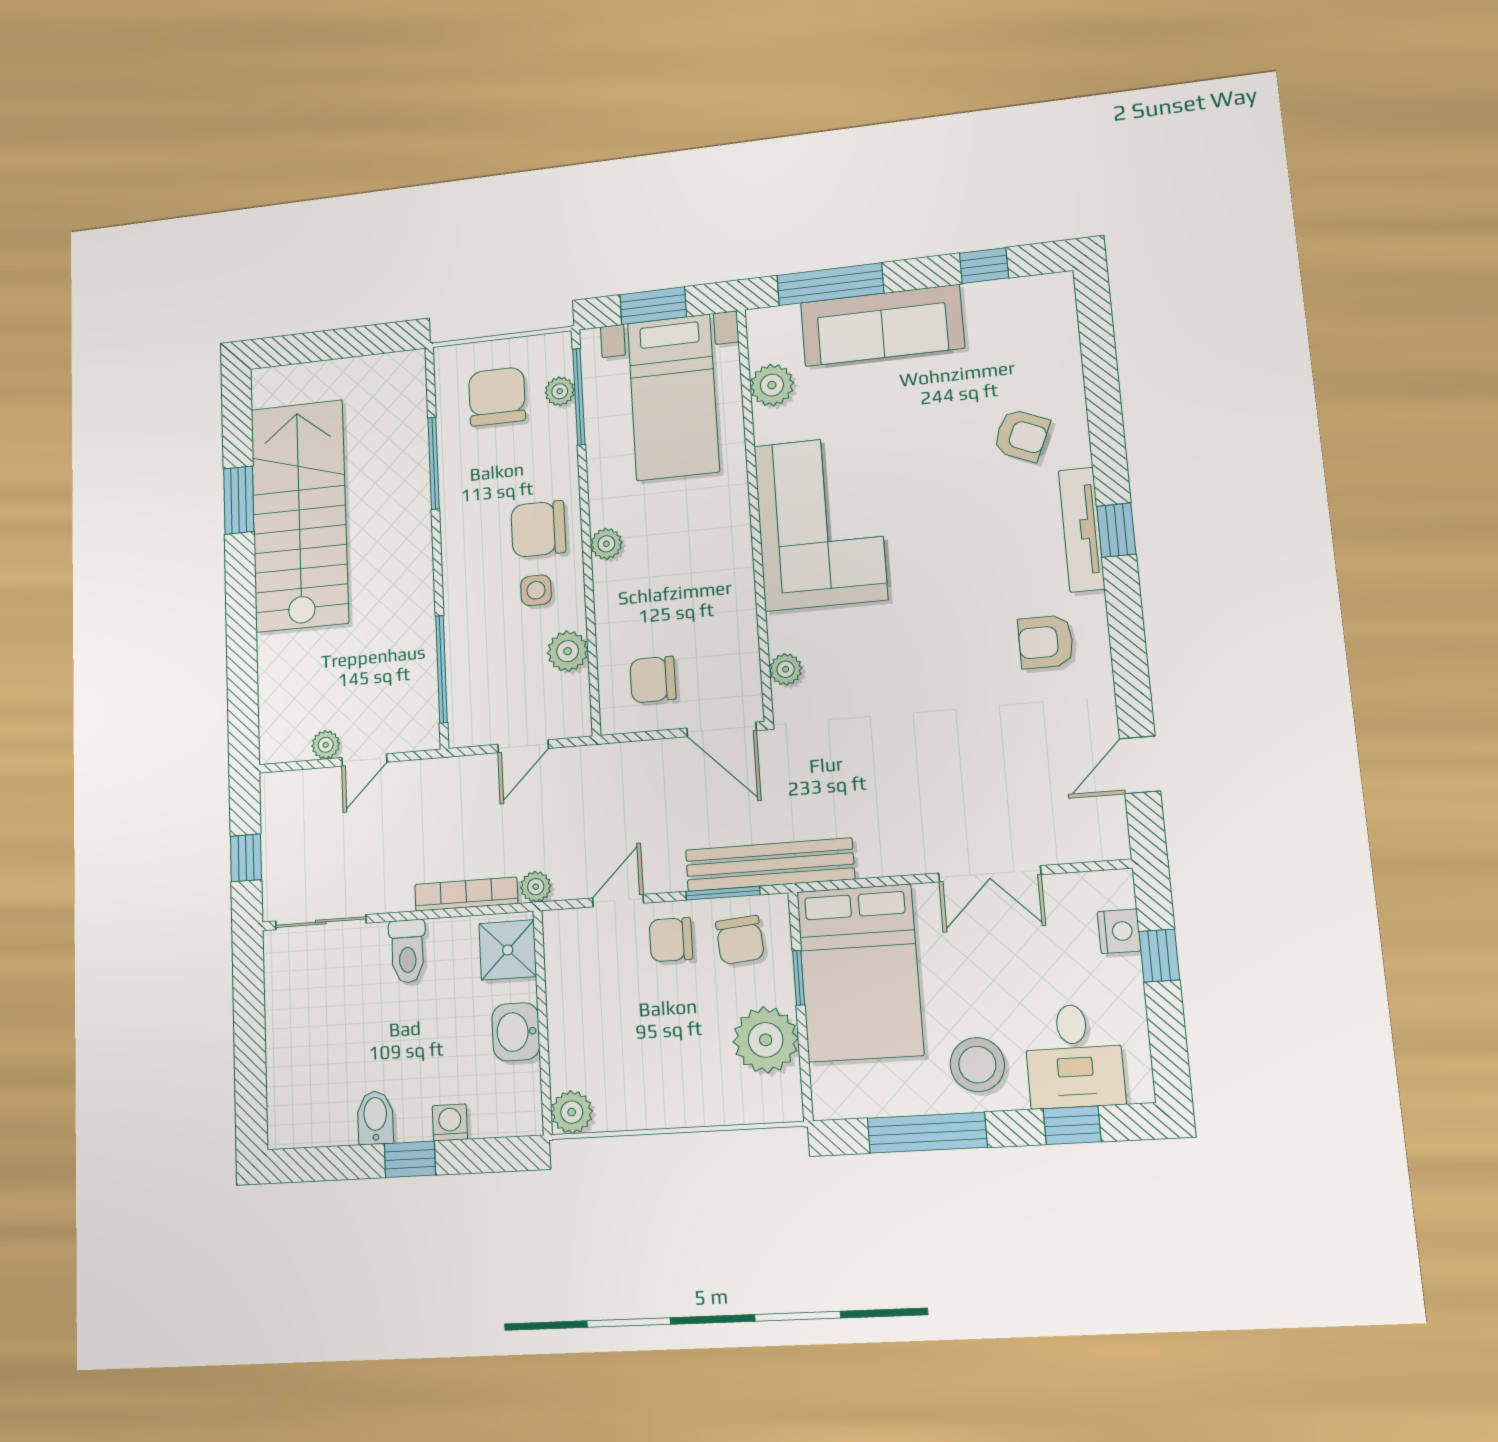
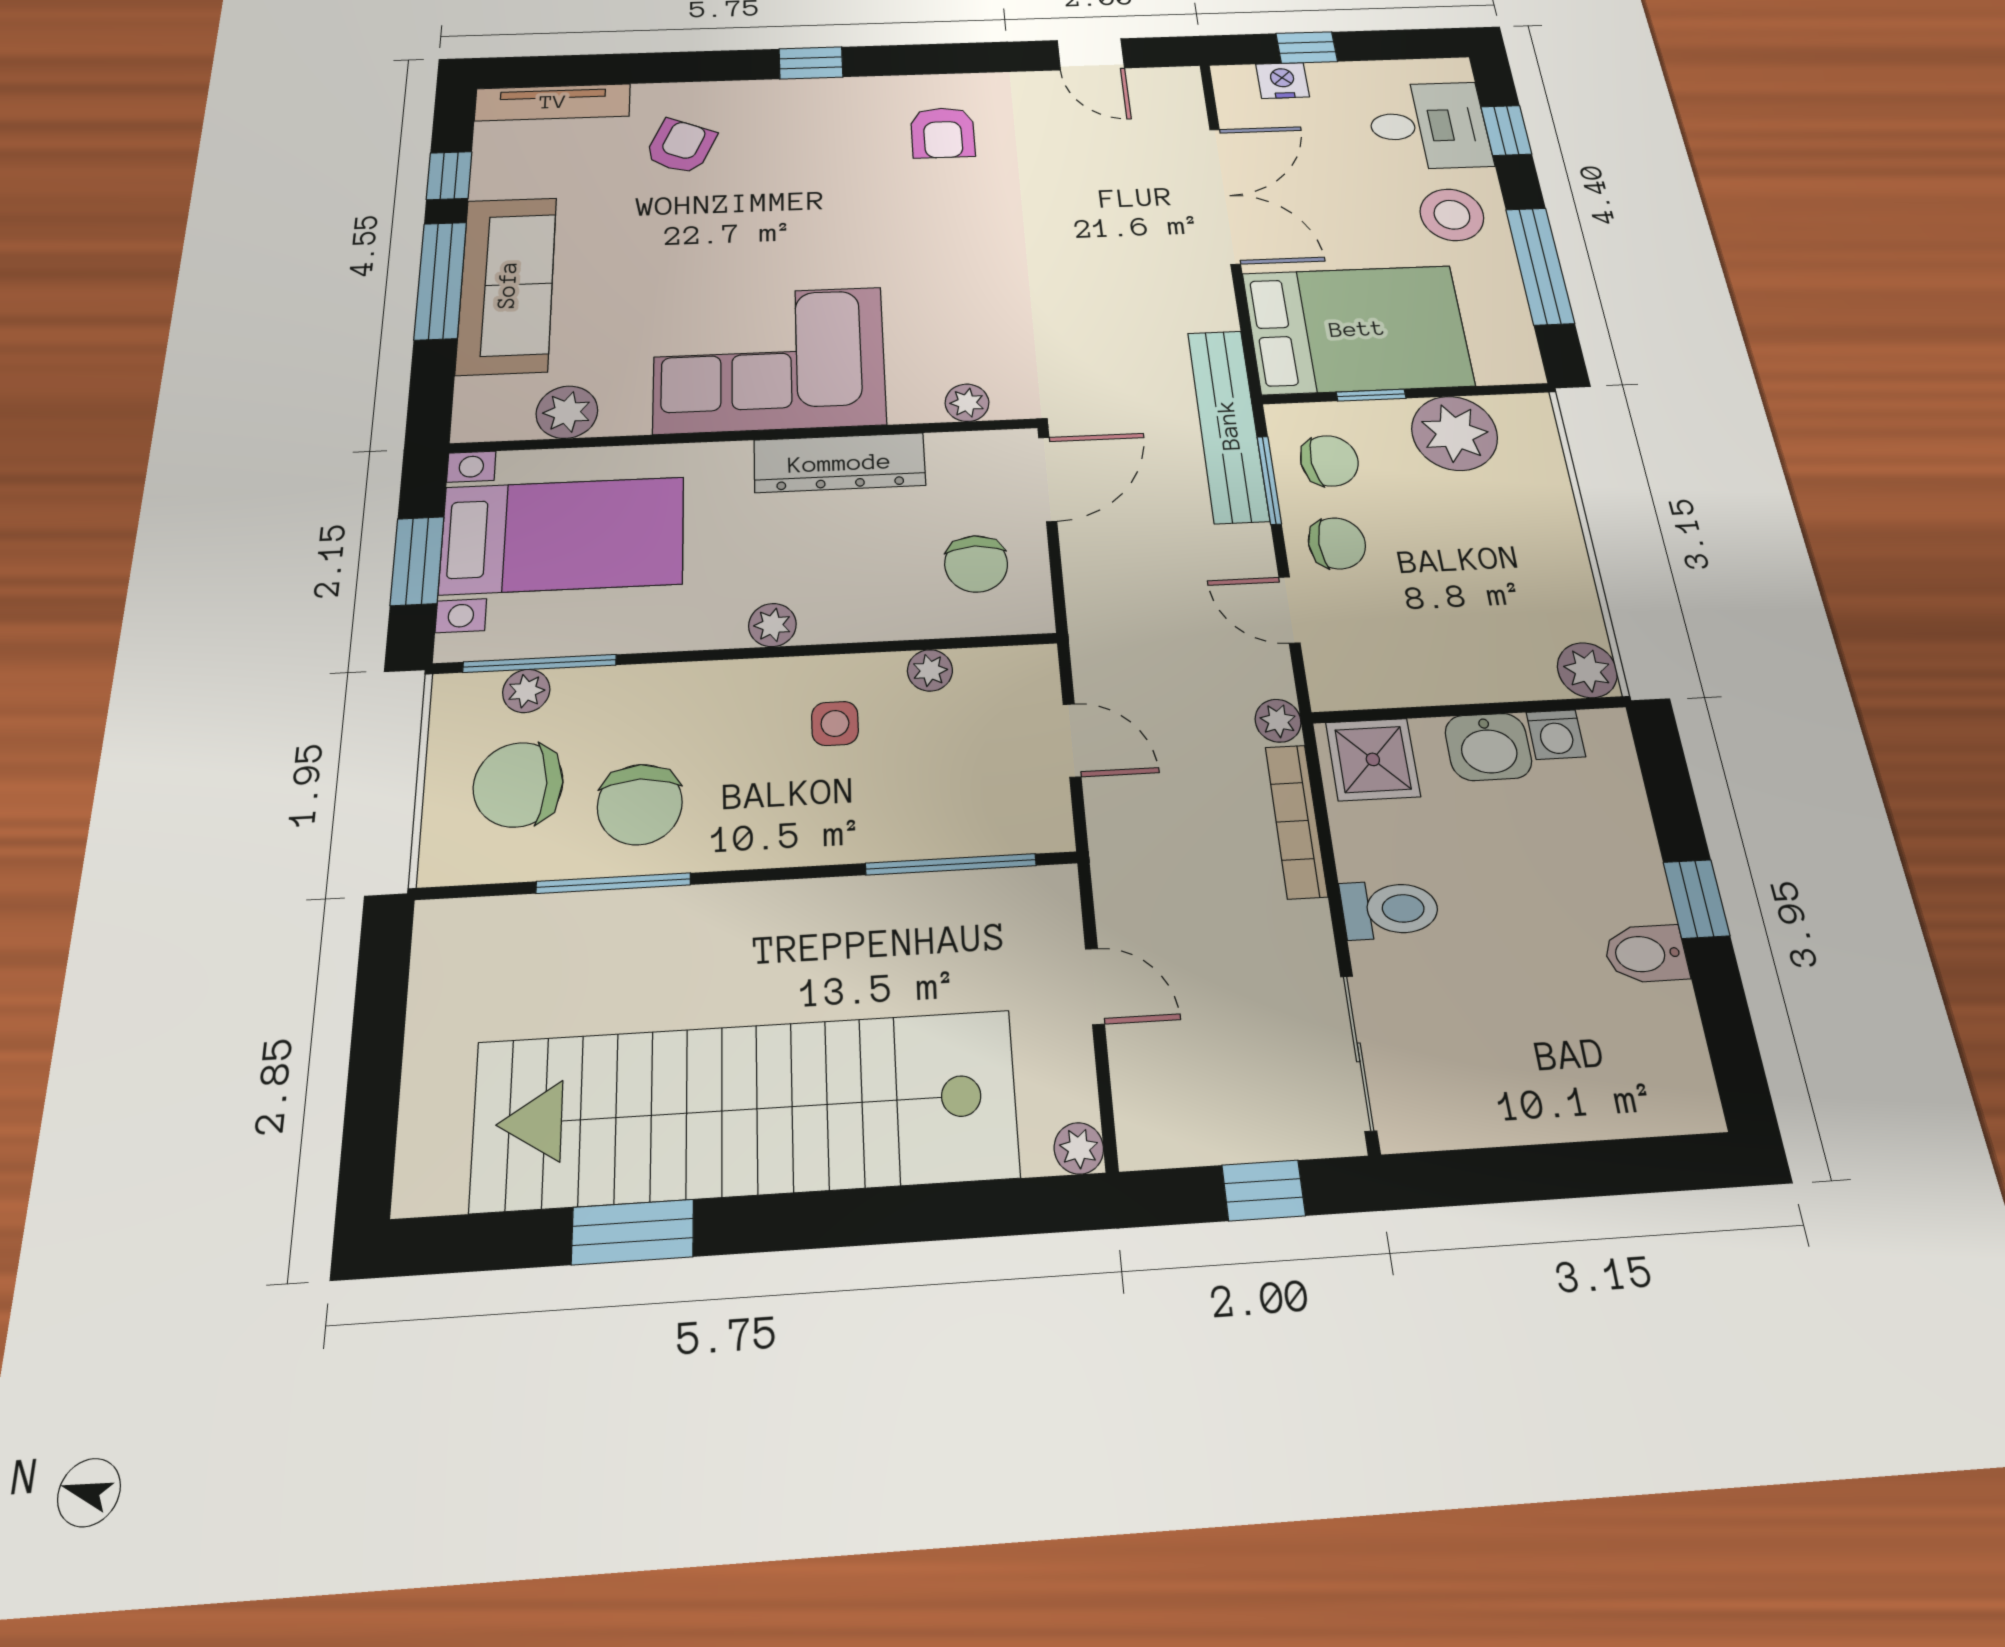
window: (830, 284) -> (440, 280), moved
stairs: (299, 515) -> (746, 1110), width x1.36
chair: (538, 529) -> (640, 804), moved
tv unit: (1082, 530) -> (553, 102), moved
dresser: (733, 580) -> (840, 463), added
plant: (568, 651) -> (930, 670), width x0.73, depth x0.73
plant: (326, 745) -> (1079, 1148), moved
double door: (990, 874) -> (1225, 196), width x1.37
chair: (671, 940) -> (1337, 543), turned -90
washing machine: (450, 1122) -> (1556, 734), moved, turned -90

